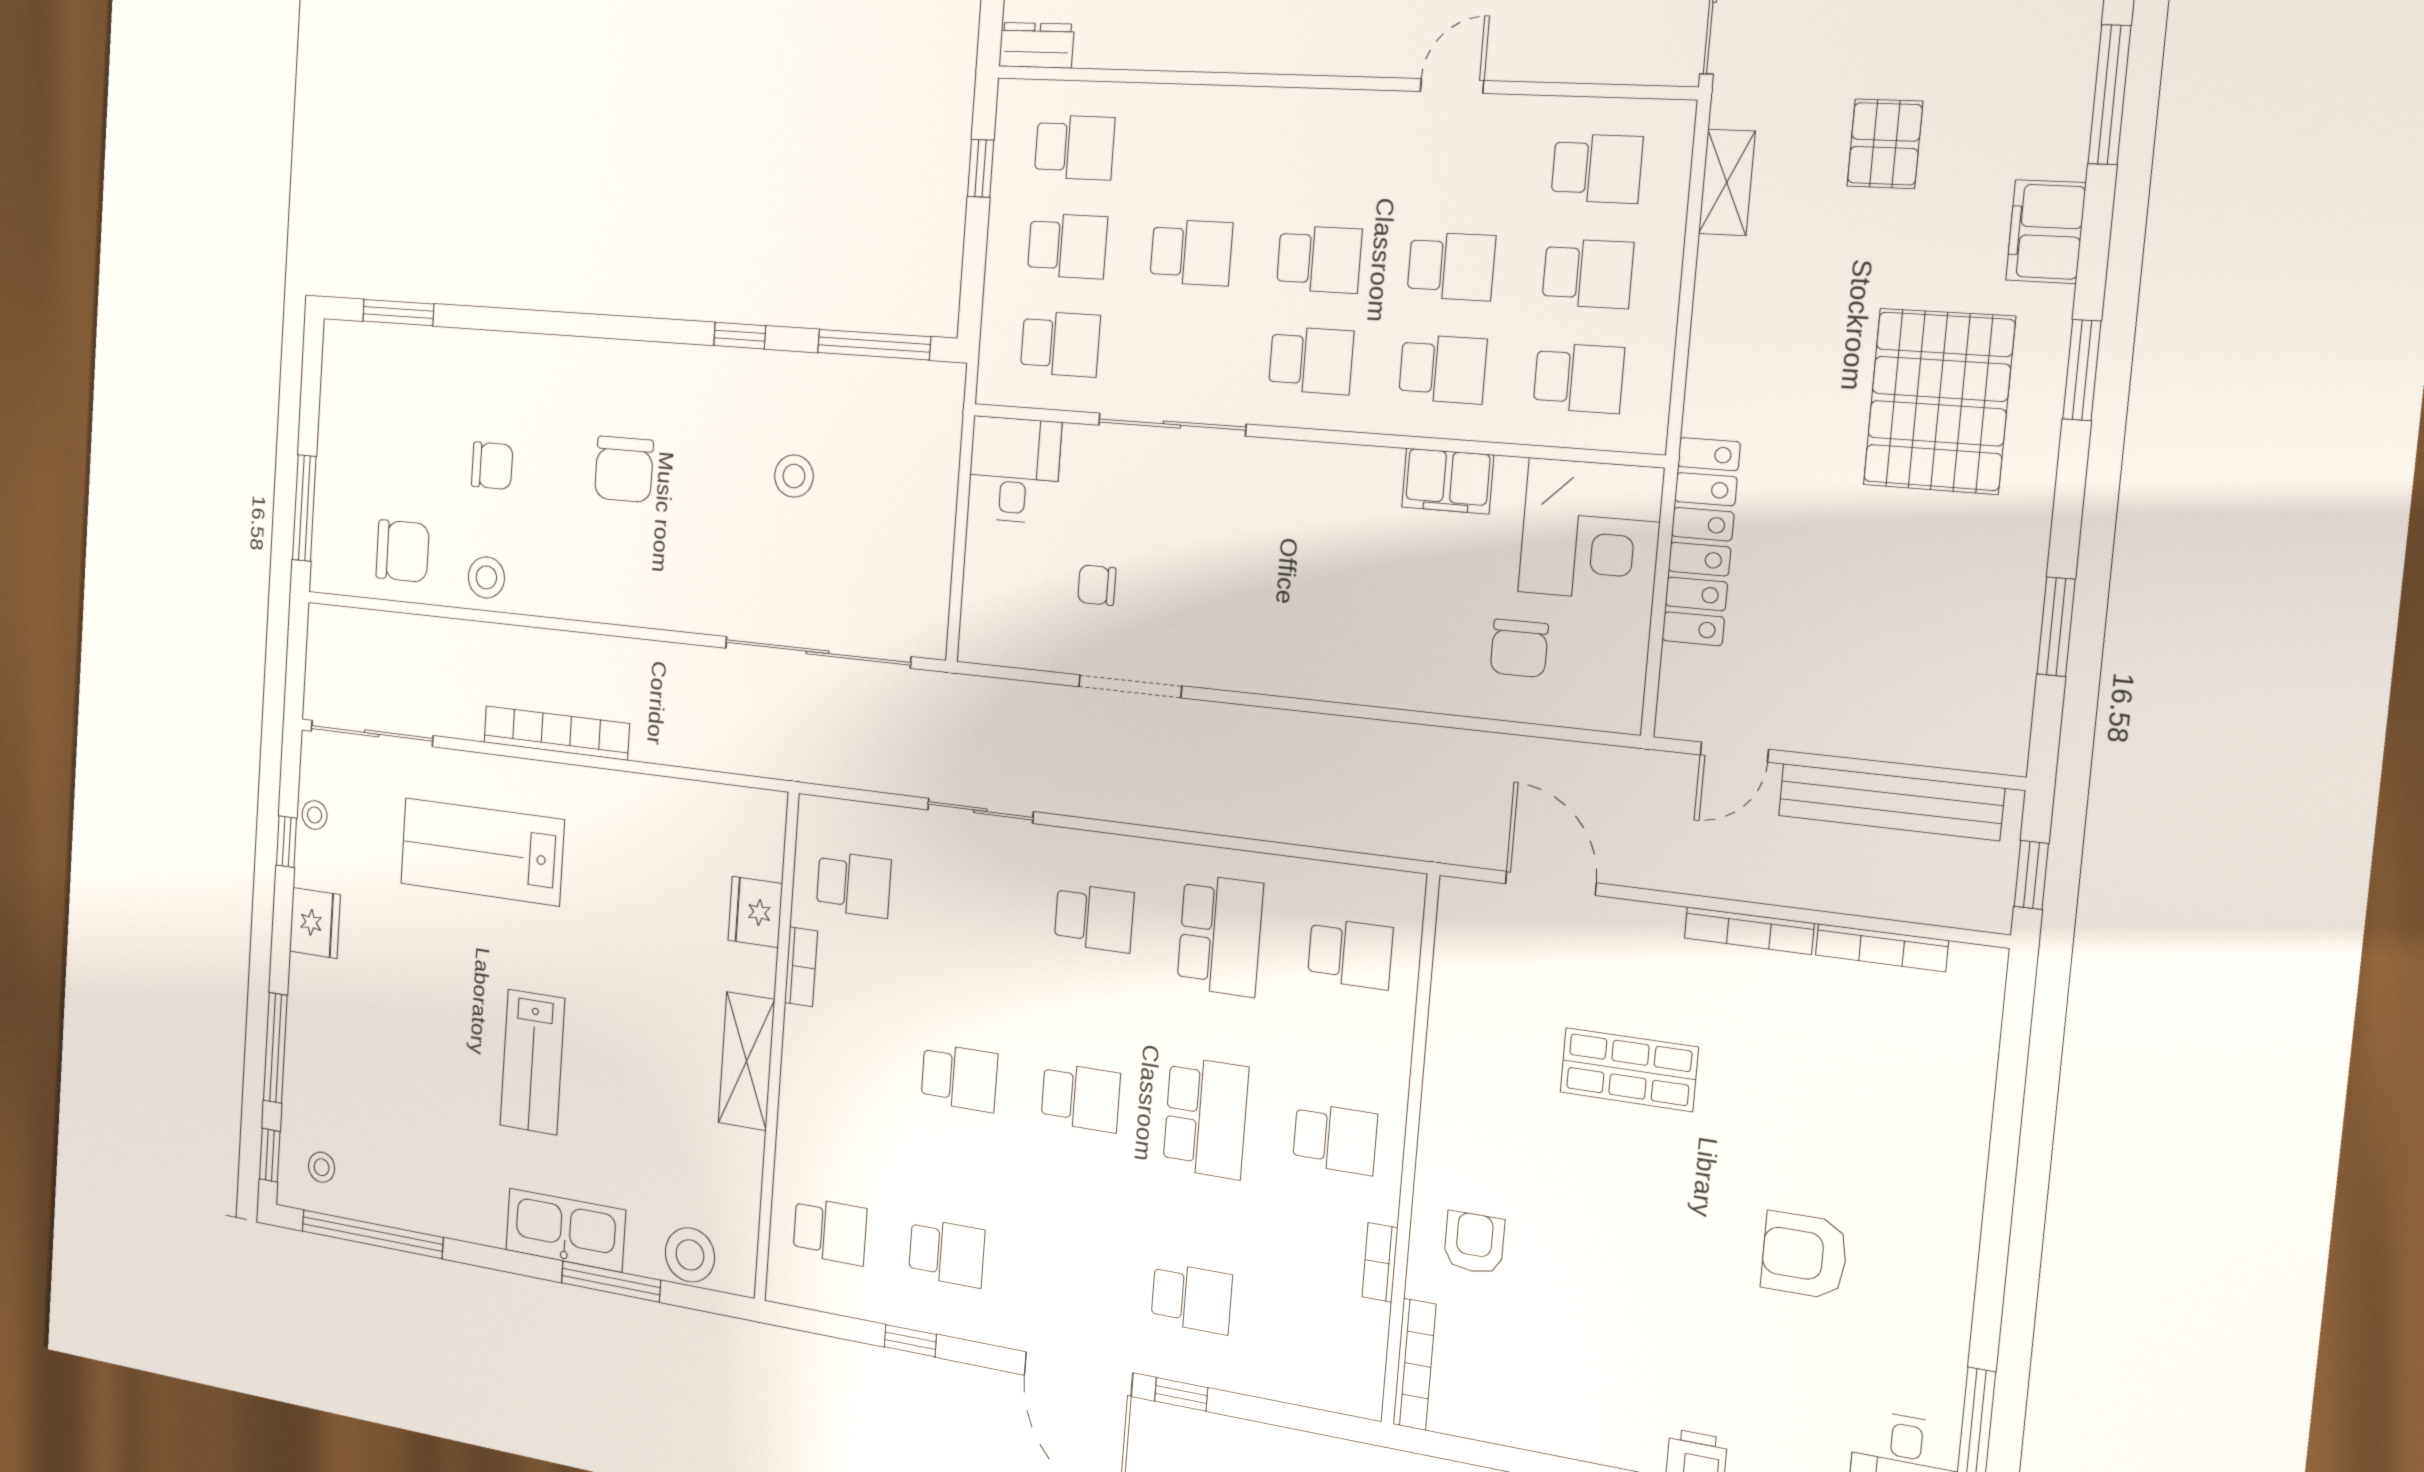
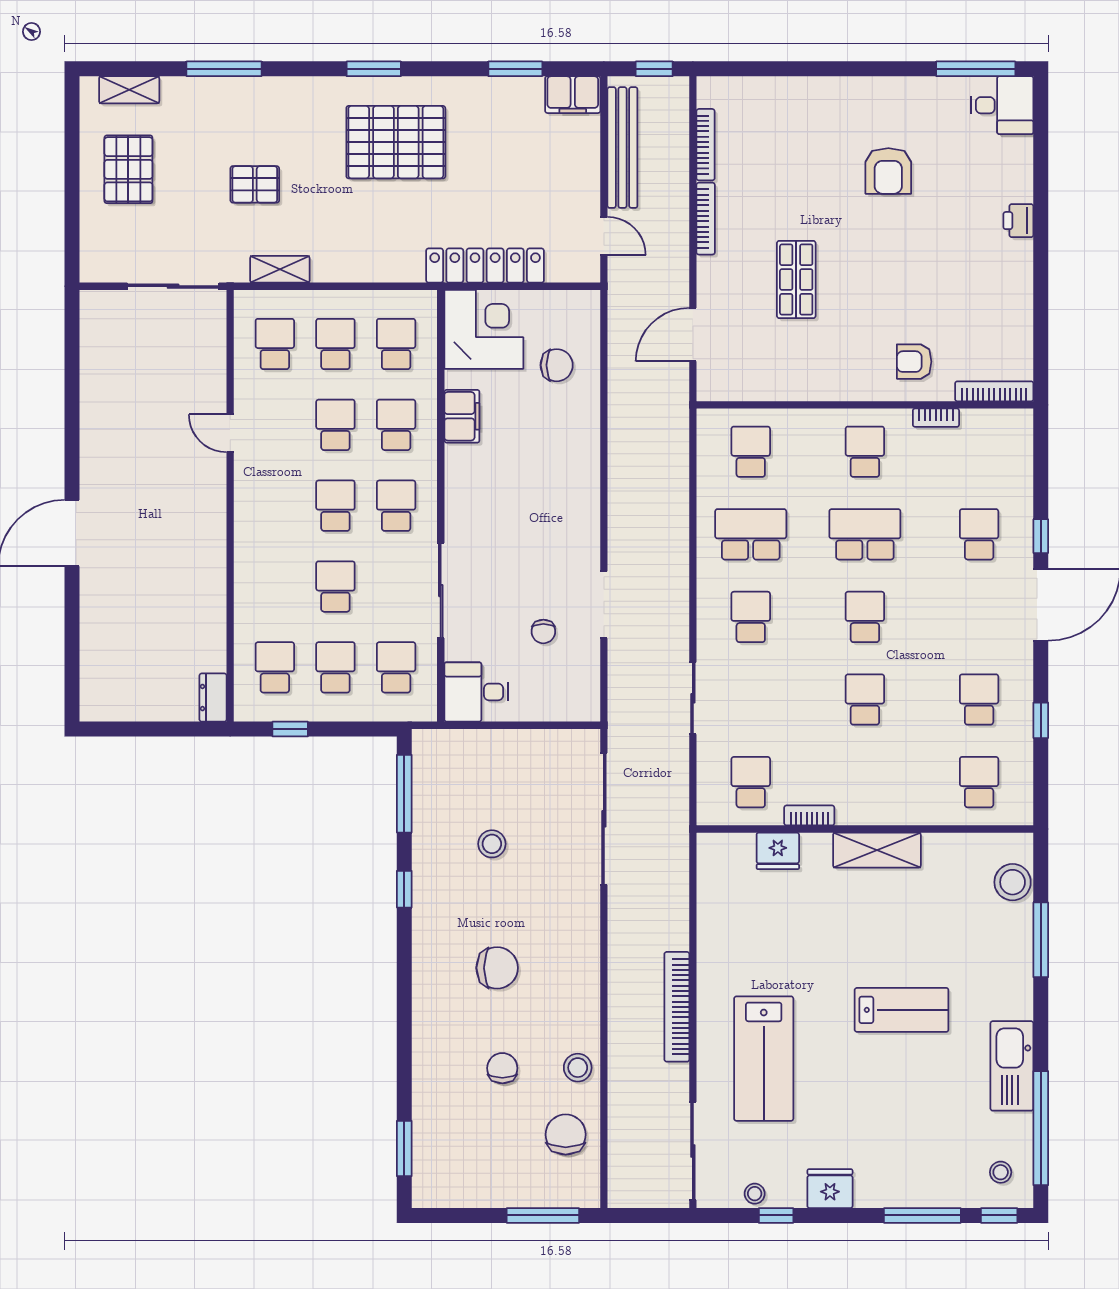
filing cabinet: (2046, 232) -> (573, 95), moved
kitchen sink: (565, 1230) -> (1012, 1066), moved

